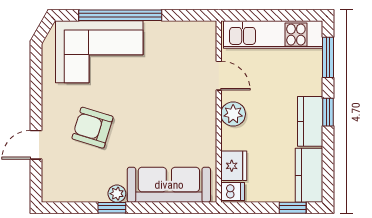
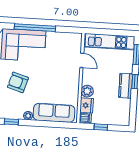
plant: (233, 114) -> (87, 91), moved
kitchen counter: (309, 175) -> (124, 112), removed
window: (112, 208) -> (11, 122), moved
window: (293, 208) -> (101, 127), moved

